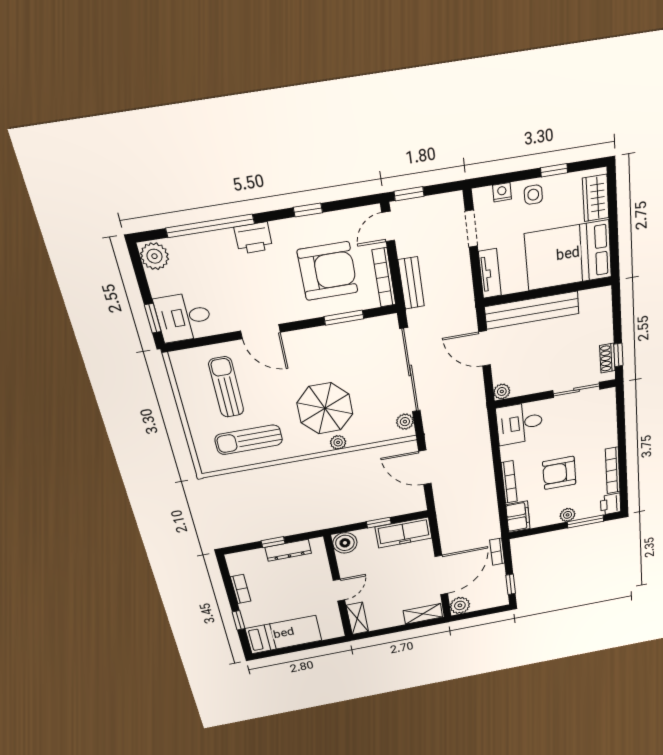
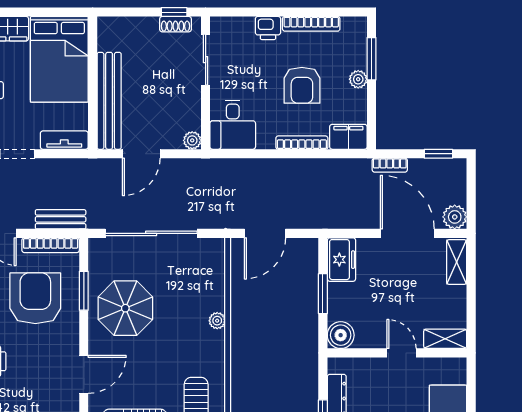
parasol: (325, 408) -> (125, 308), moved
plant: (405, 422) -> (207, 247), removed
printer: (611, 504) -> (268, 28), moved
window: (379, 523) -> (323, 294), width x1.50
freezer: (404, 533) -> (341, 260), width x0.71

